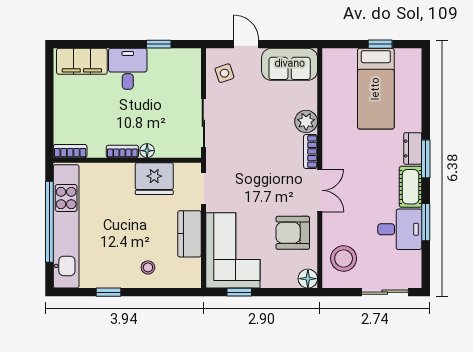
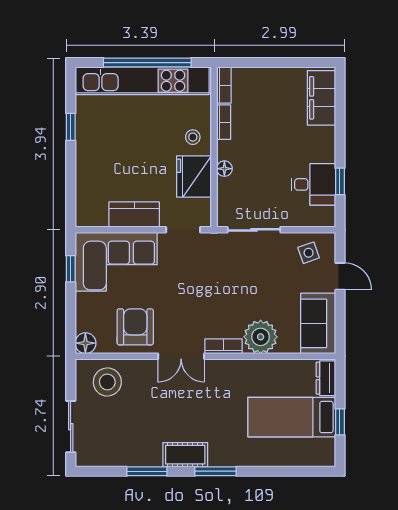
door: (246, 44) -> (340, 276), hinge flipped
desk: (128, 69) -> (313, 184), moved
plant: (306, 121) -> (261, 337), width x1.36, depth x1.36
dresser: (413, 149) -> (326, 378), moved, turned -90
bookcase: (122, 151) -> (224, 122), moved
desk: (400, 229) -> (139, 443), removed
stool: (148, 267) -> (193, 137), moved

